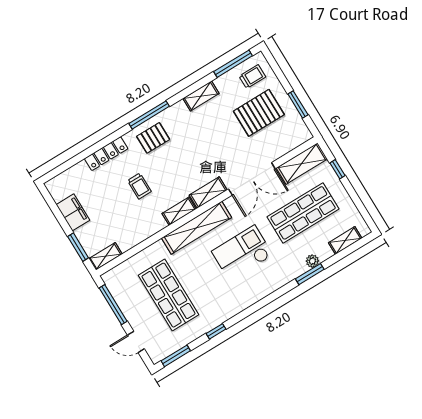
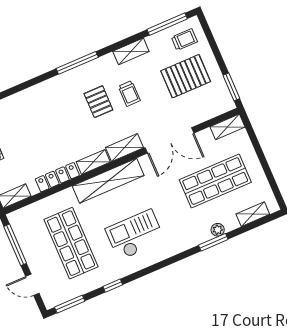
window: (298, 104) -> (231, 87), moved
pallet: (153, 138) -> (98, 102), moved, turned 90
locker: (106, 154) -> (57, 177), moved, turned 180
shelving: (302, 164) -> (227, 127), width x0.67, depth x0.75
window: (338, 169) -> (255, 143), removed
trolley: (139, 186) -> (129, 93), moved
checkout: (242, 253) -> (135, 235), moved

